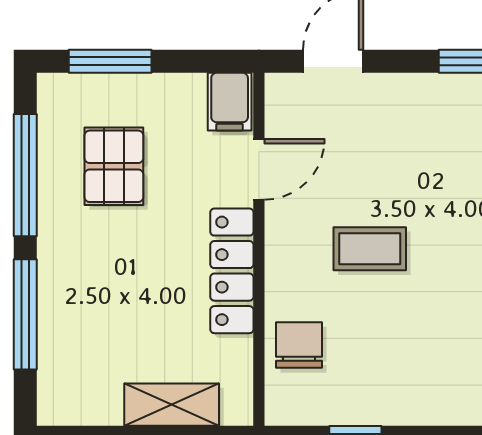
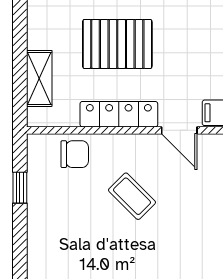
pallet: (114, 166) -> (117, 44), moved, width x1.50, depth x1.42
coffee table: (370, 249) -> (132, 196), turned -45

